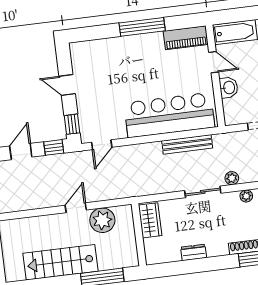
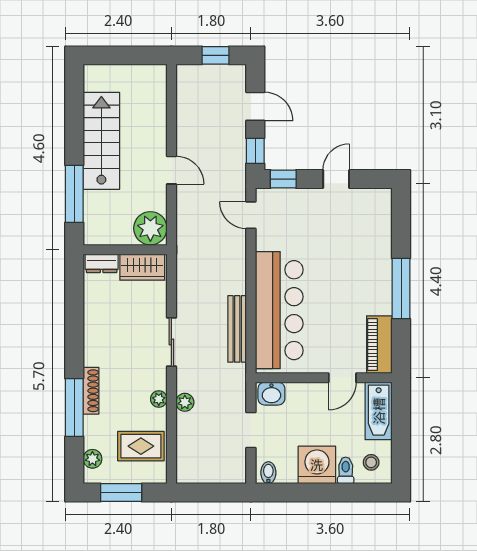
washbasin: (229, 88) -> (271, 394), moved
plant: (232, 178) -> (185, 402), moved
plant: (102, 220) -> (150, 228), moved
dresser: (194, 252) -> (102, 263), moved, turned 90

